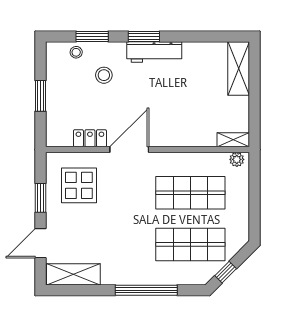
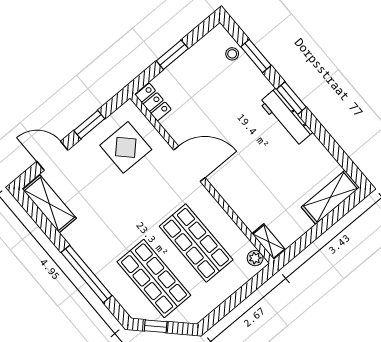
stool: (104, 75) -> (233, 92), removed
locker: (90, 138) -> (153, 102), moved

